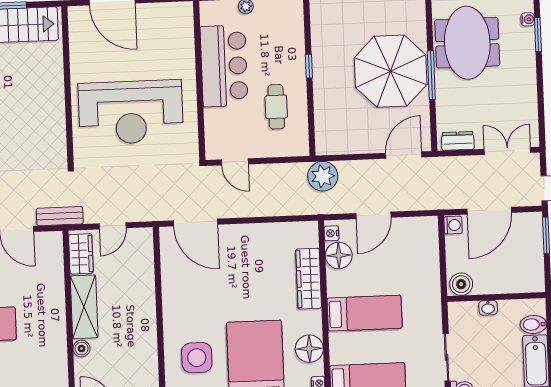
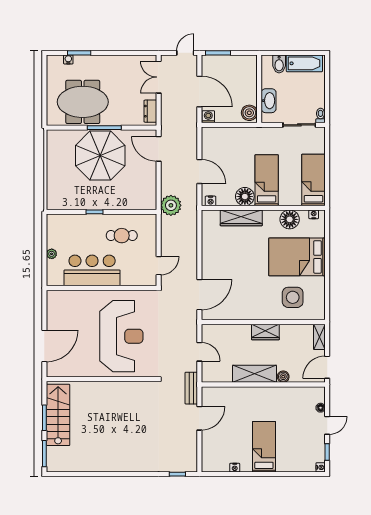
wardrobe: (81, 254) -> (265, 332), moved, turned 180
floor lamp: (339, 255) -> (245, 197), moved
washbasin: (488, 308) -> (269, 101), width x1.91, depth x1.45

